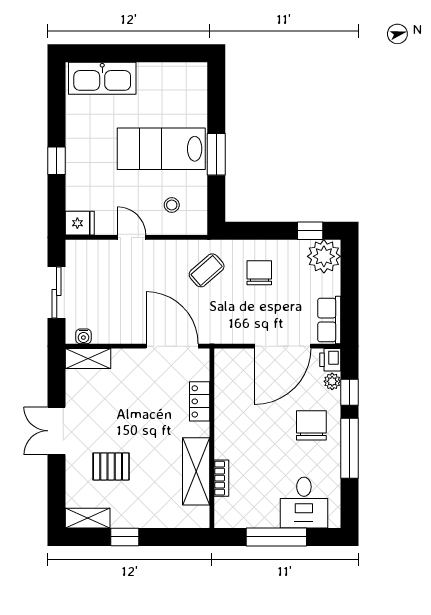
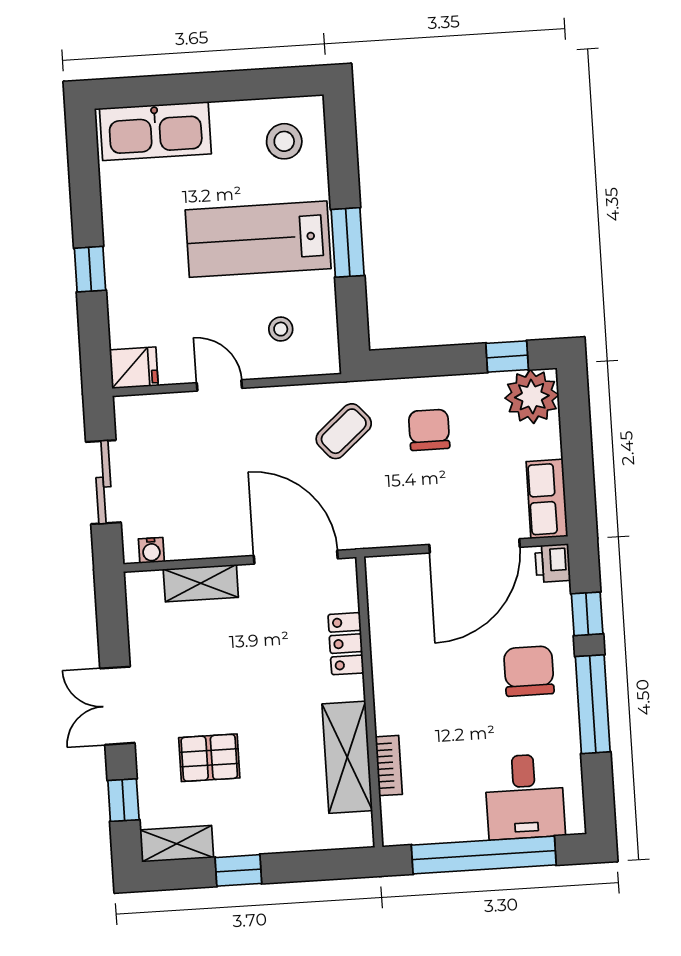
stool: (181, 89) -> (284, 141), added
shelving: (88, 359) -> (201, 583), moved
plant: (332, 381) -> (558, 598), removed
window: (57, 489) -> (123, 800), added
window: (276, 537) -> (484, 855), width x1.46

